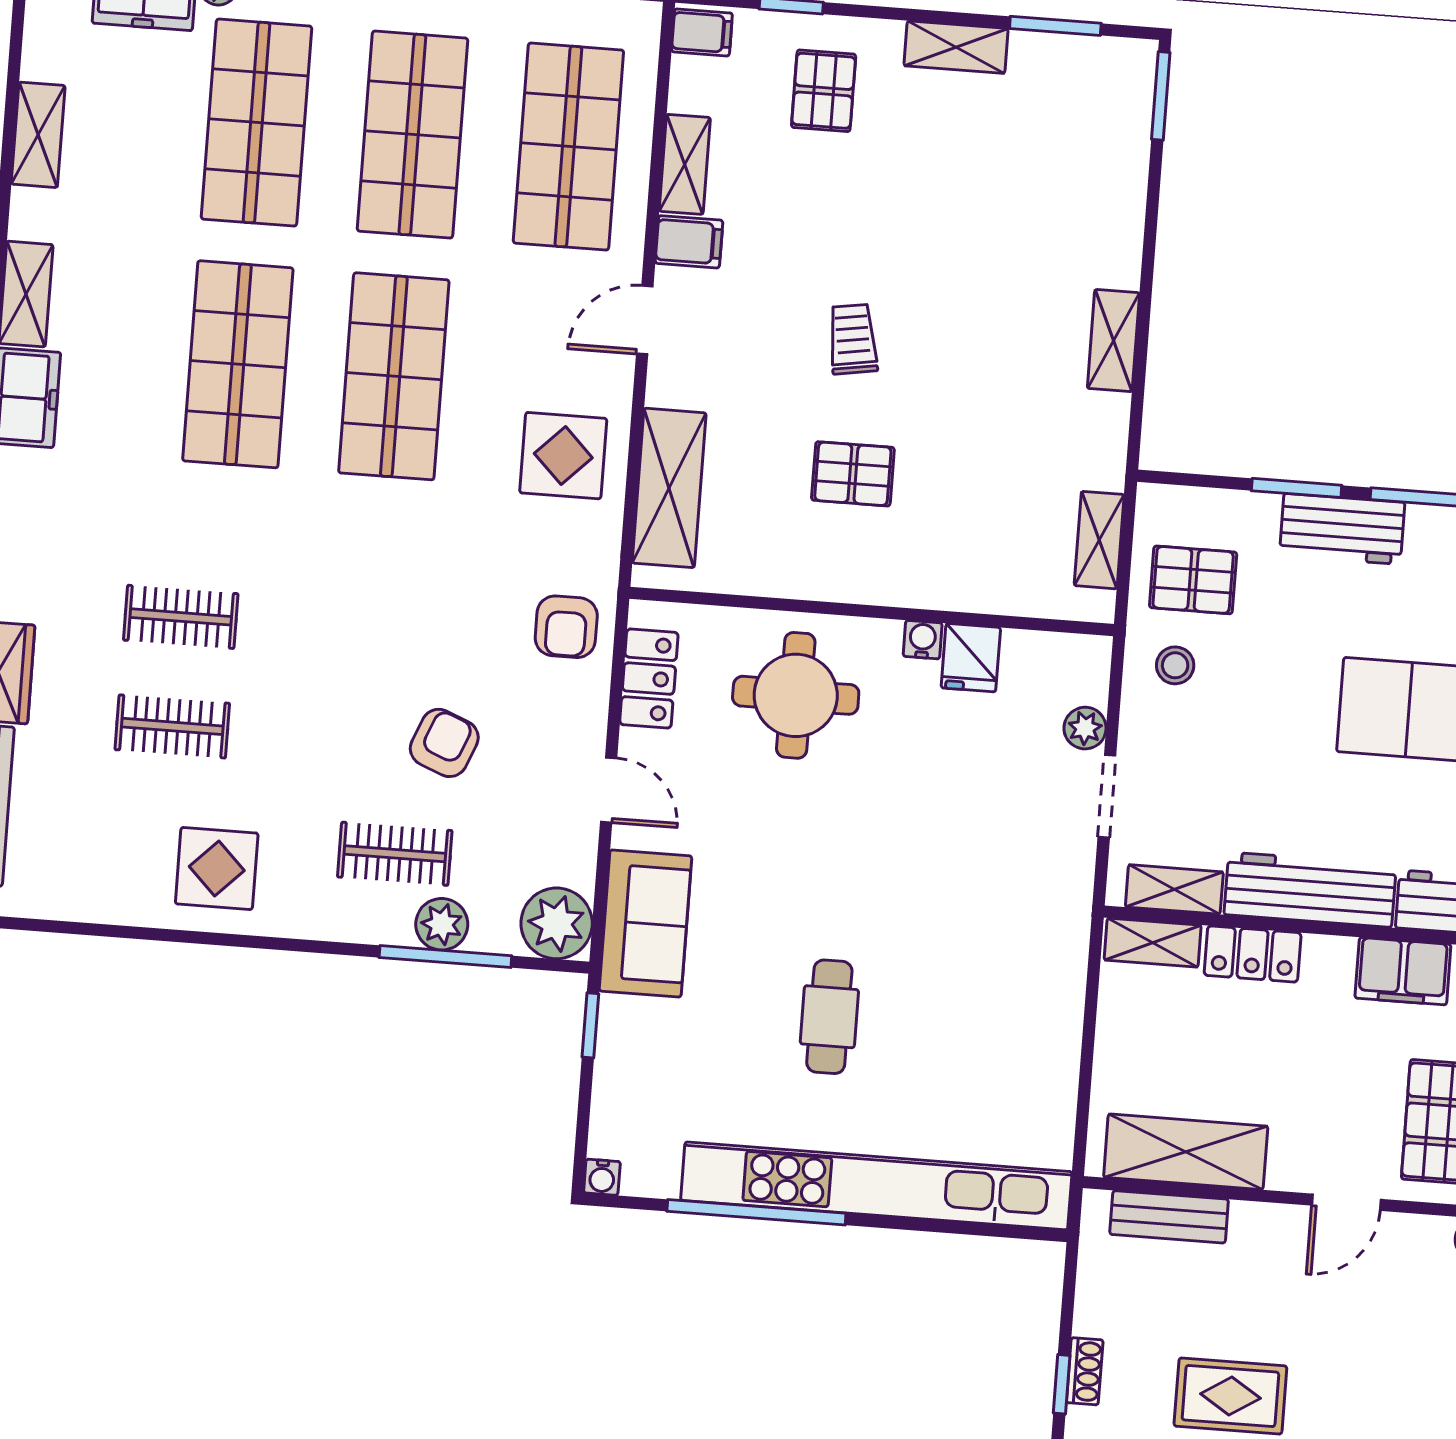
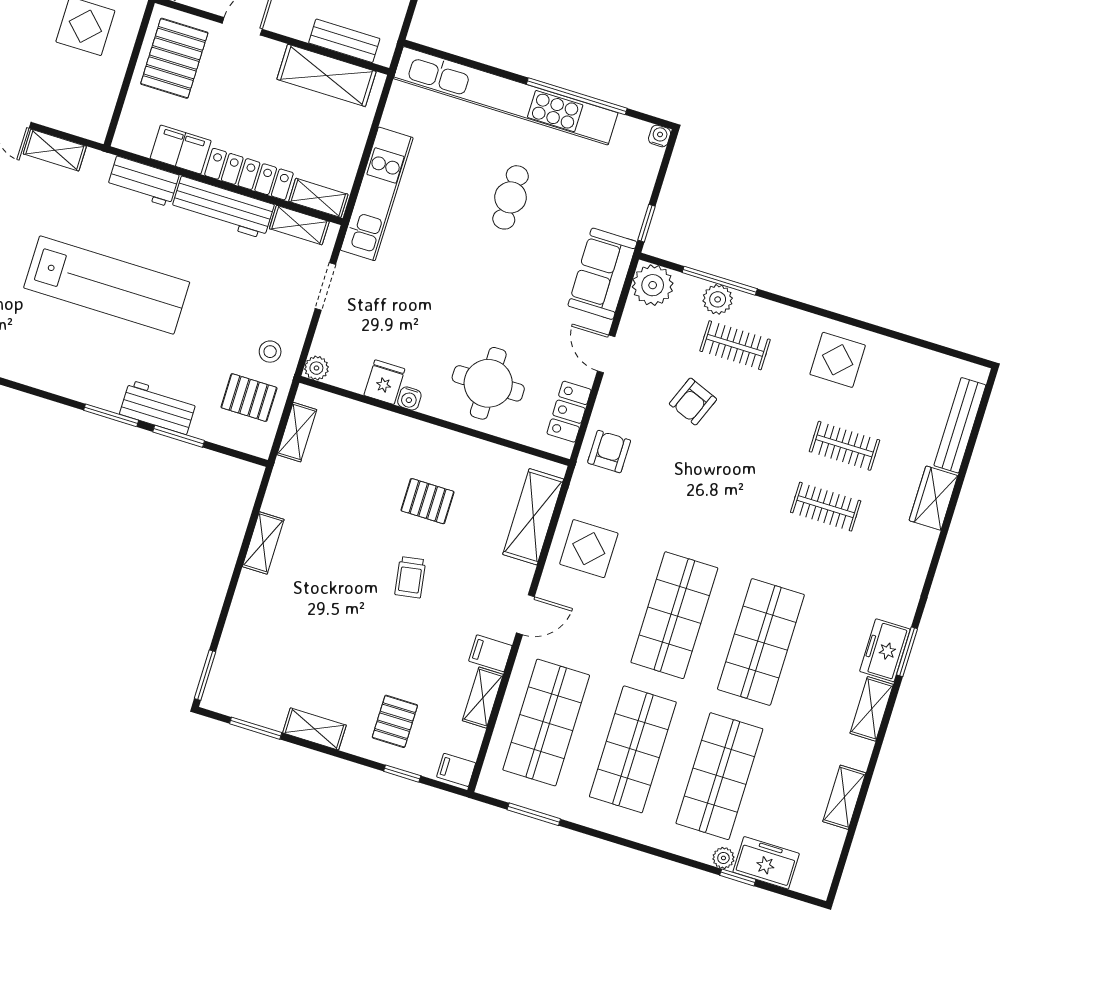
plant: (1085, 728) -> (316, 368), moved
locker: (1253, 954) -> (249, 174), width x1.53
kitchen unit: (1056, 972) -> (377, 194), added

